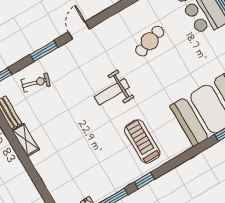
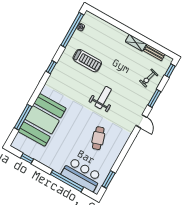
treadmill: (142, 141) -> (87, 61), moved
window: (144, 181) -> (51, 67), moved

